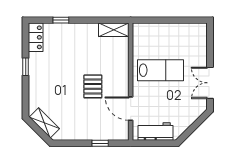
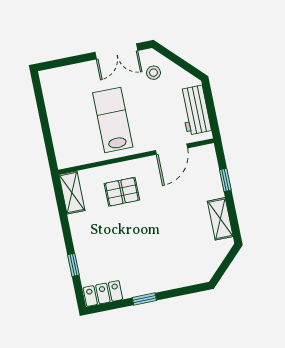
pallet: (93, 86) -> (122, 192), moved
stool: (189, 107) -> (154, 73), added
shelving: (44, 123) -> (220, 219), moved, turned -45

